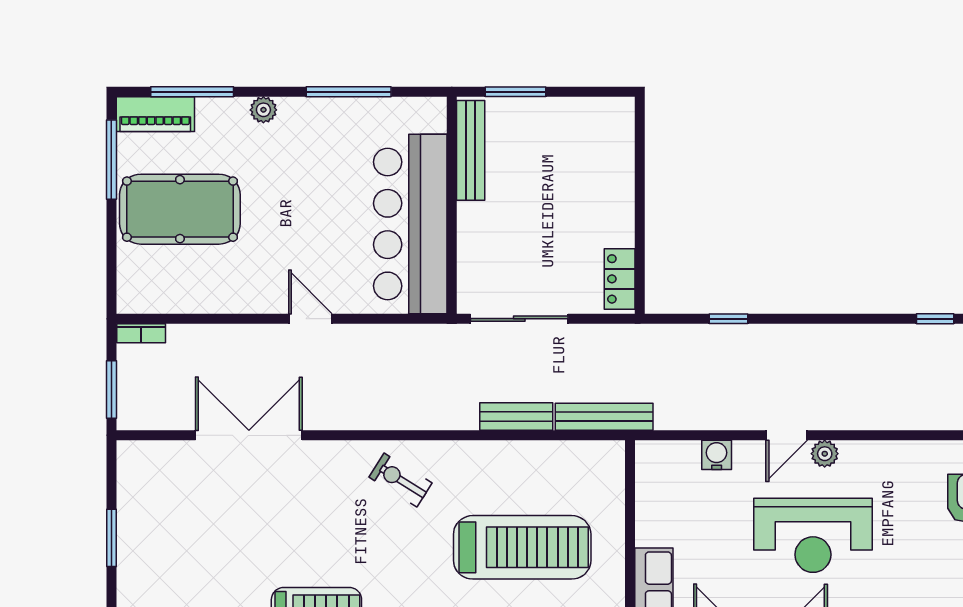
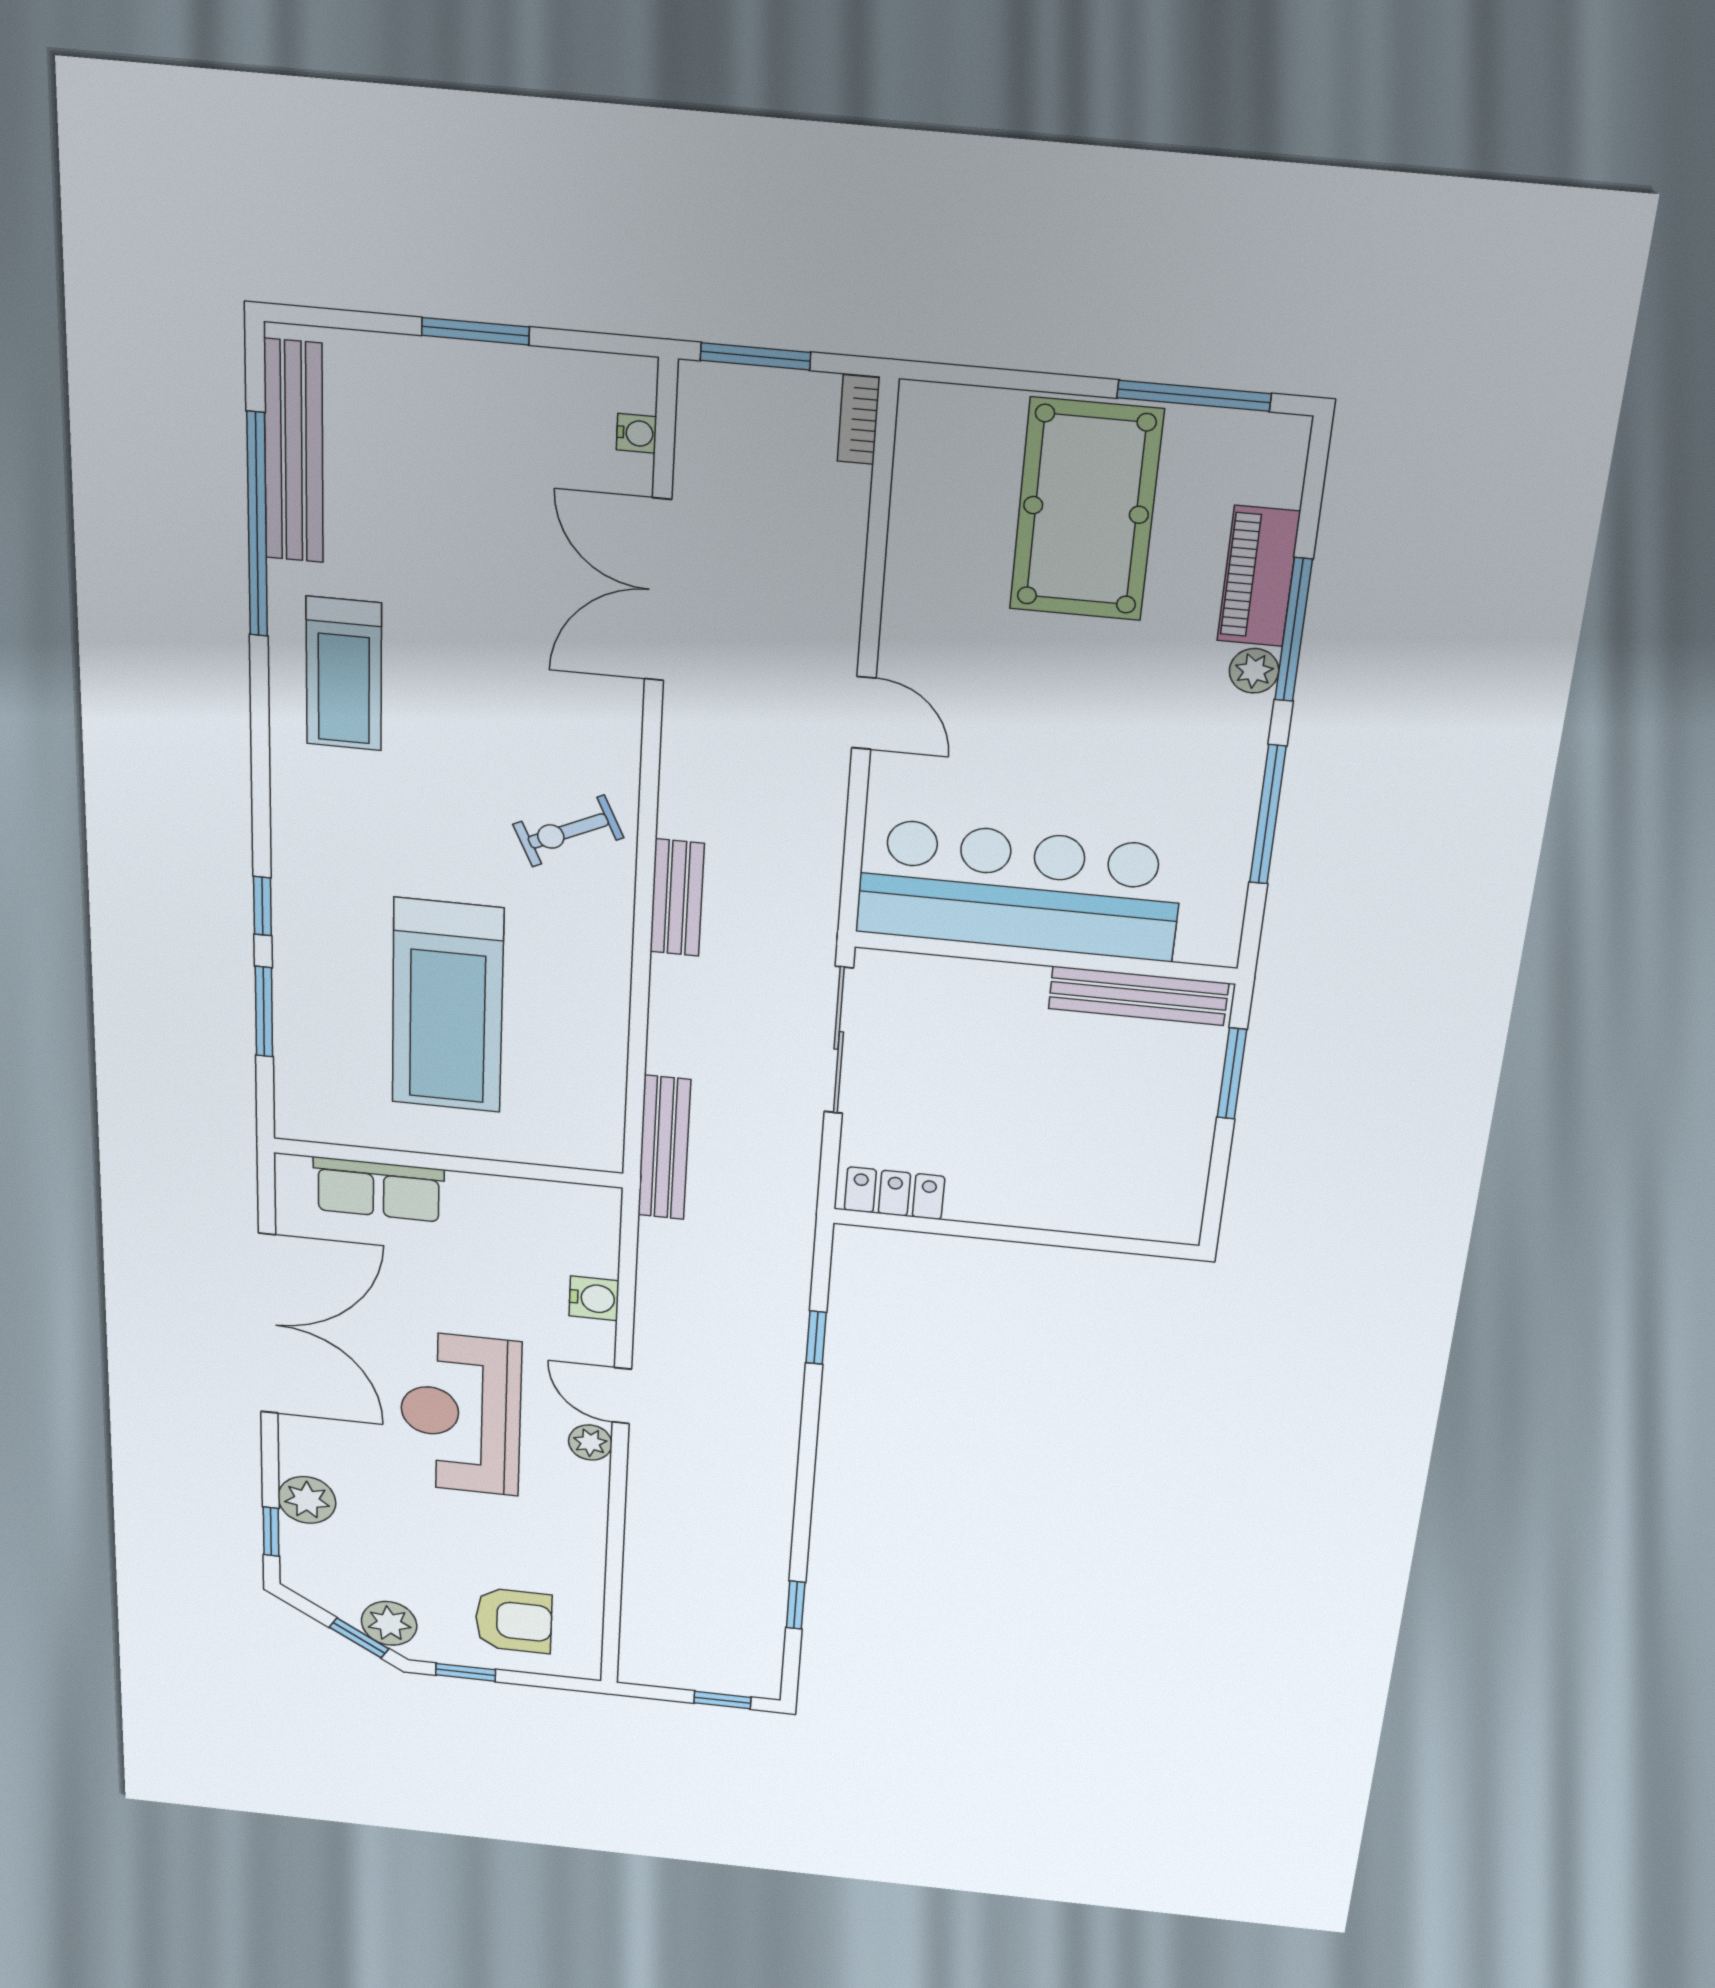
window: (192, 92) -> (1293, 630), moved
piano: (155, 114) -> (1259, 576), moved
door: (310, 319) -> (864, 713), hinge flipped
bench: (516, 417) -> (677, 898), moved
double door: (249, 435) -> (658, 590), swing flipped
water cooler: (160, 451) -> (636, 433), added
exercise bike: (401, 480) -> (568, 831), turned -147

